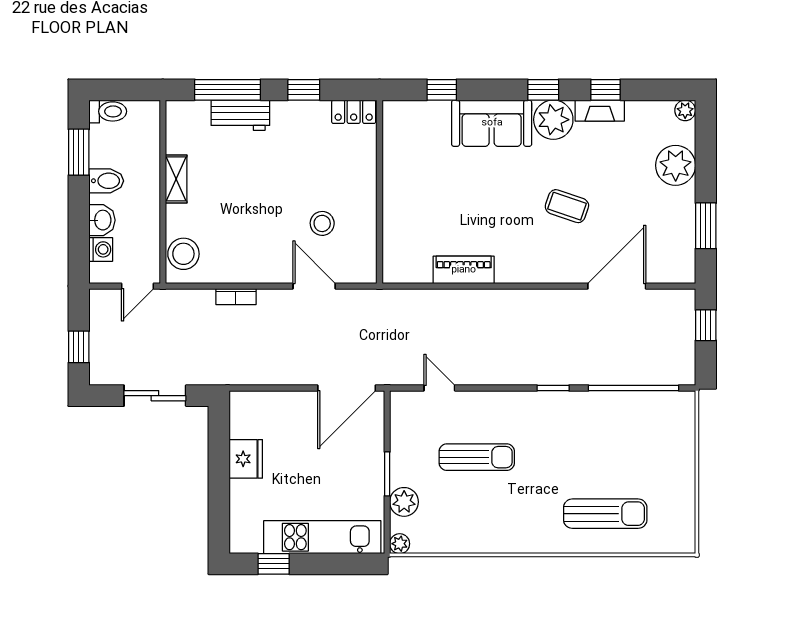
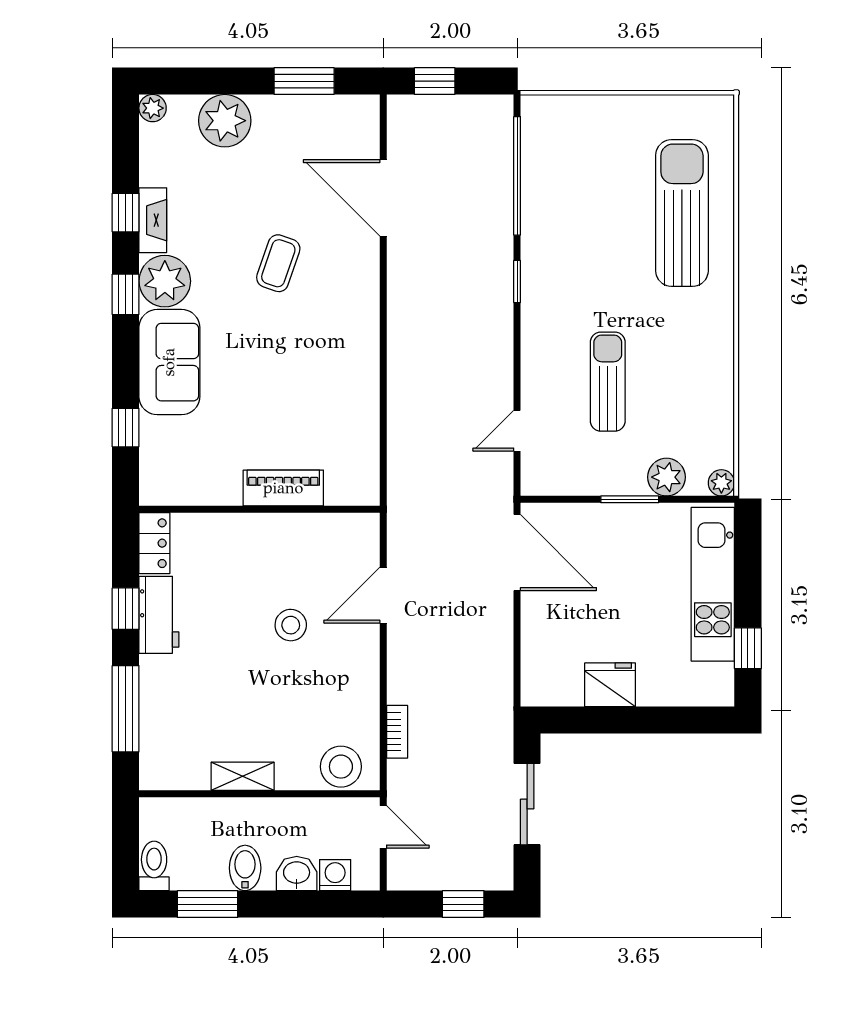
workbench: (240, 115) -> (159, 615), moved
stool: (322, 223) -> (291, 625), moved
piano: (464, 270) -> (283, 488), moved, turned 90
bookcase: (236, 297) -> (397, 732), moved
sun lounger: (605, 514) -> (682, 213), width x1.36, depth x1.34

